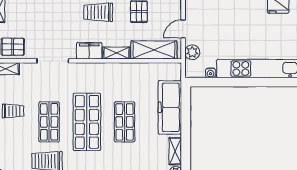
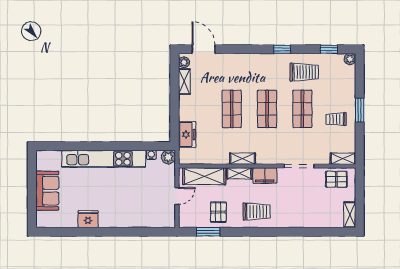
plant: (192, 52) -> (168, 157), moved
shelving: (113, 69) -> (243, 159), added
freezer: (170, 107) -> (187, 134), width x0.52, depth x0.79
shop shelf: (87, 122) -> (267, 109), width x0.70, depth x0.74

